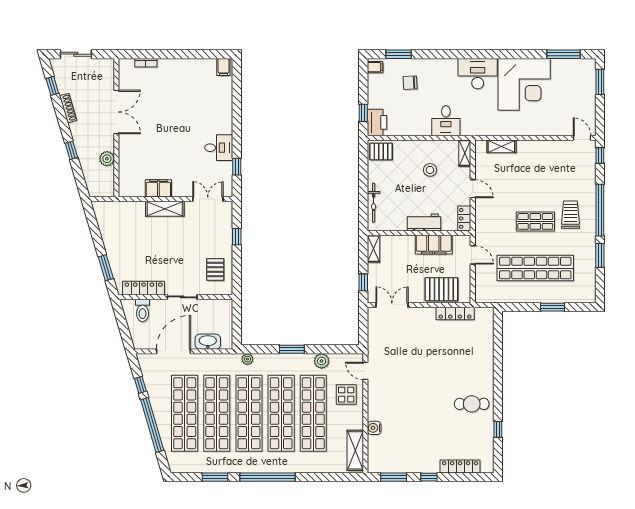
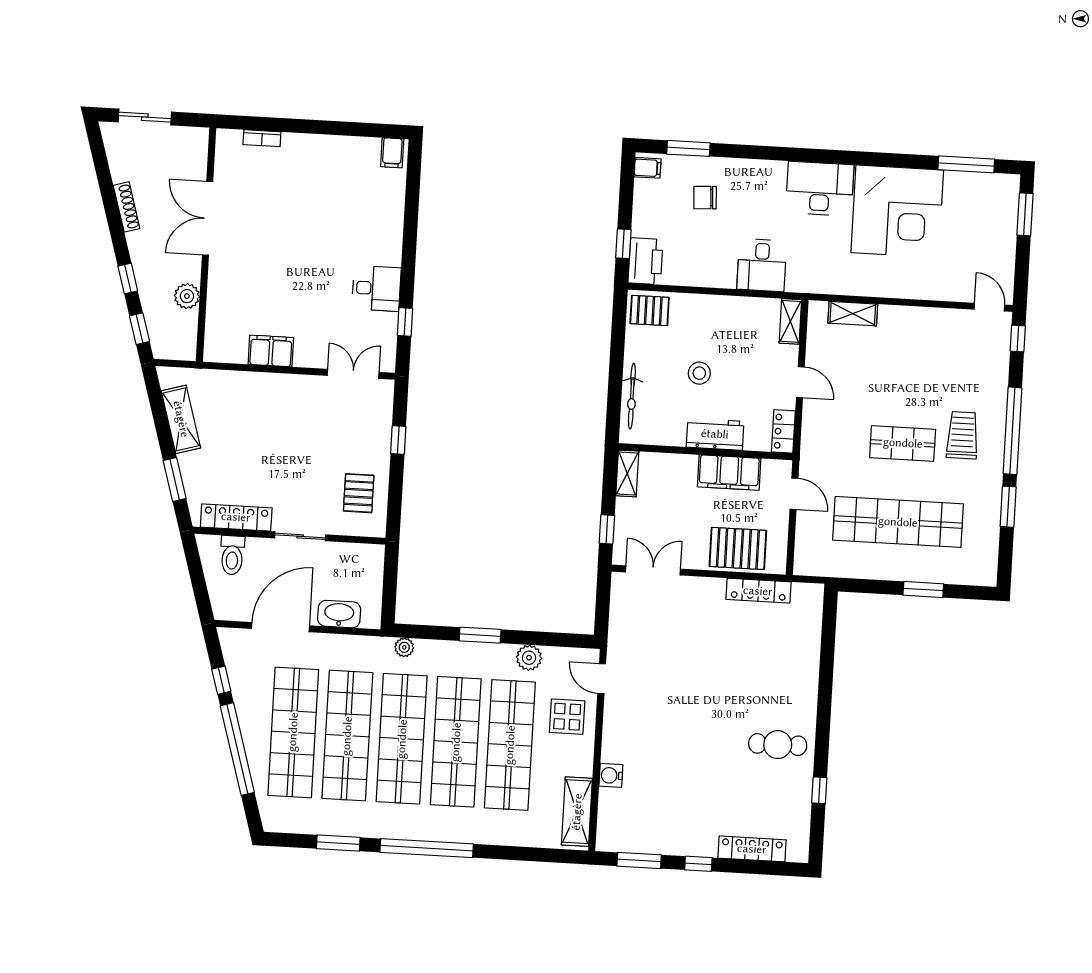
window: (52, 86) -> (139, 329), moved
double door: (116, 112) -> (208, 218), swing flipped
stool: (430, 170) -> (699, 373), moved
shelving: (165, 209) -> (181, 419), moved, turned 74

